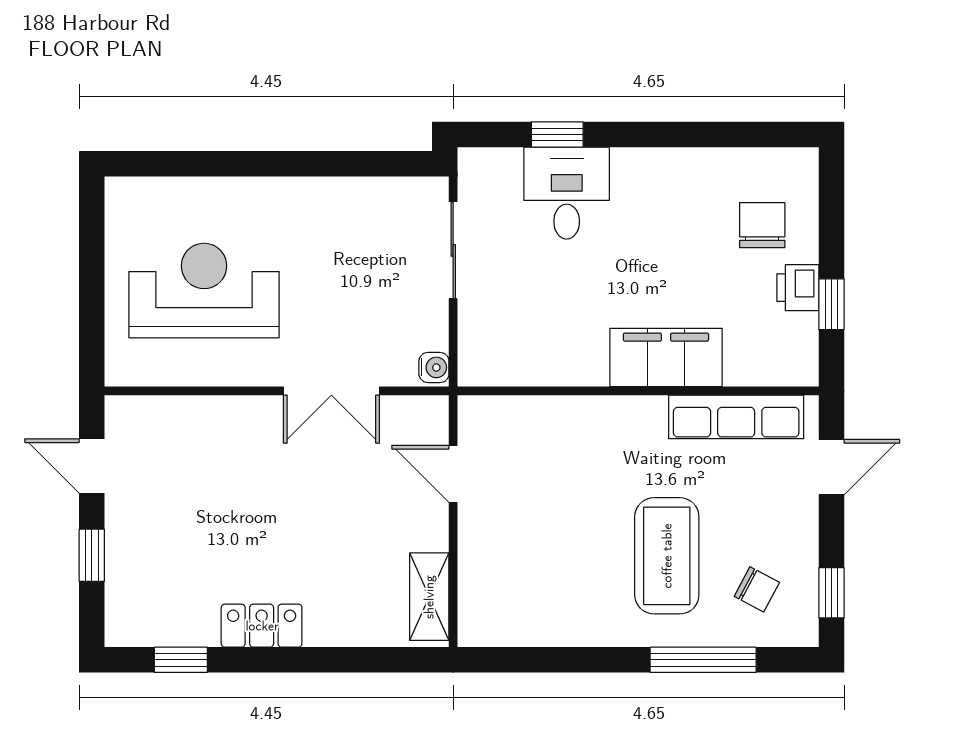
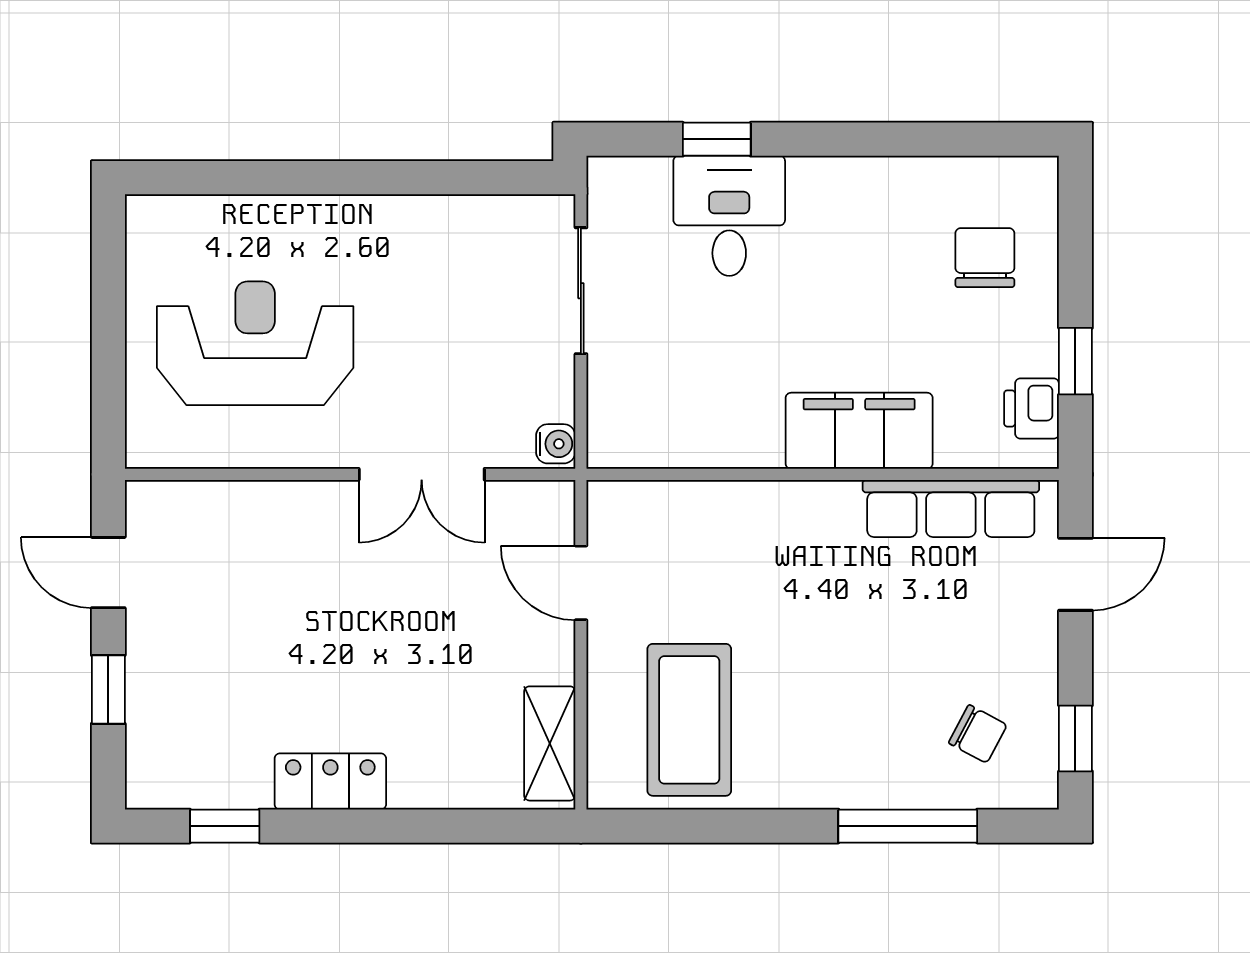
printer: (798, 288) -> (1032, 408), moved
coffee table: (667, 556) -> (689, 720), moved

